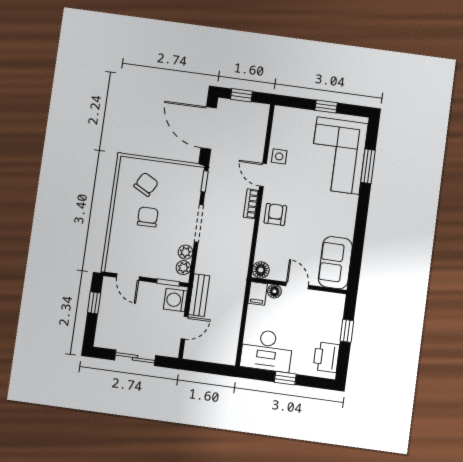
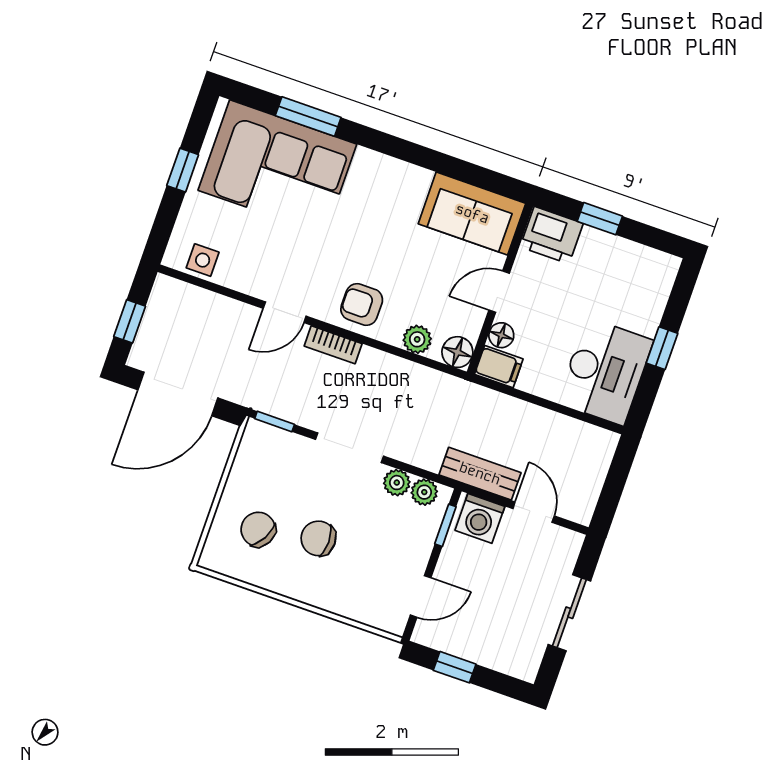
side table: (279, 156) -> (203, 260), moved
plant: (263, 247) -> (417, 339), added
printer: (326, 357) -> (552, 235), moved

